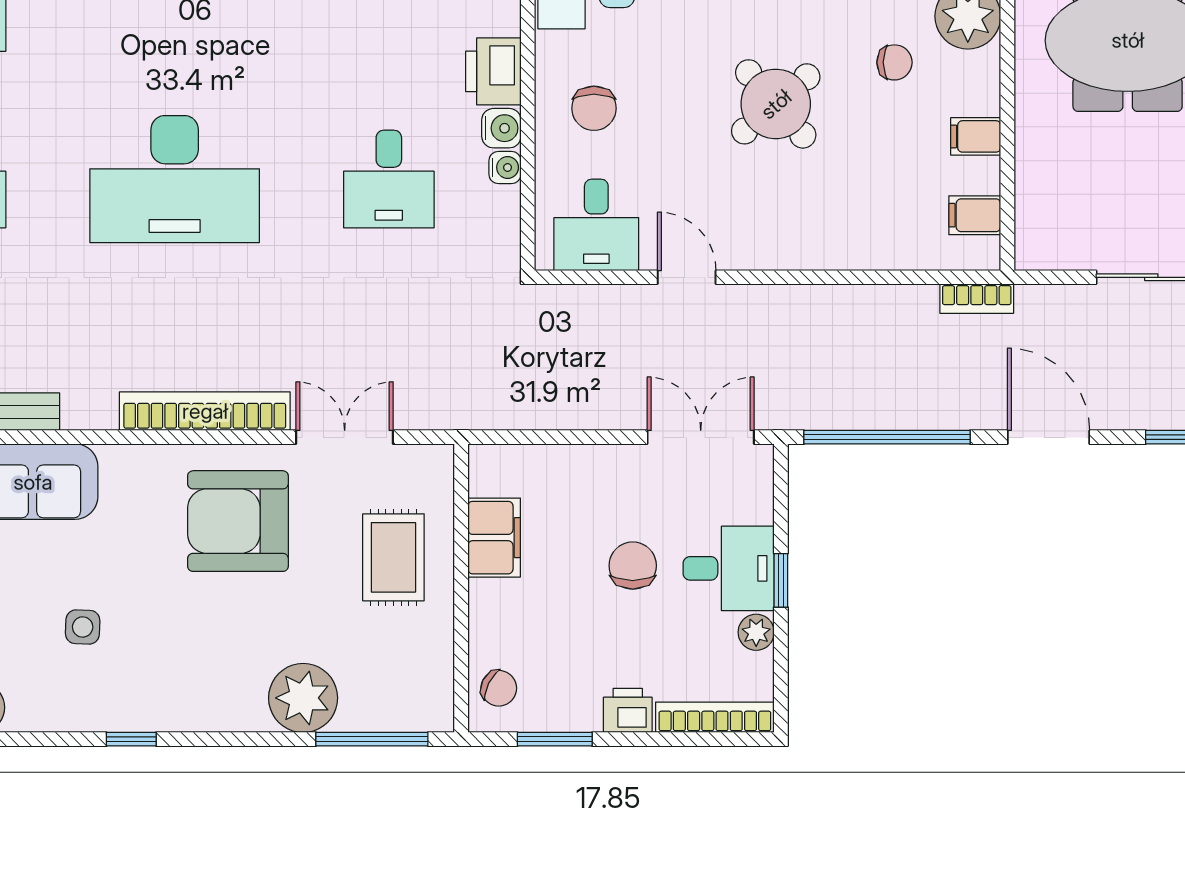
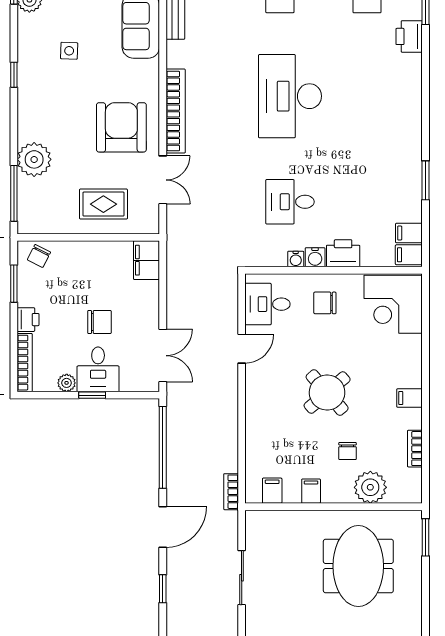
filing cabinet: (494, 538) -> (146, 260), moved, turned 90

